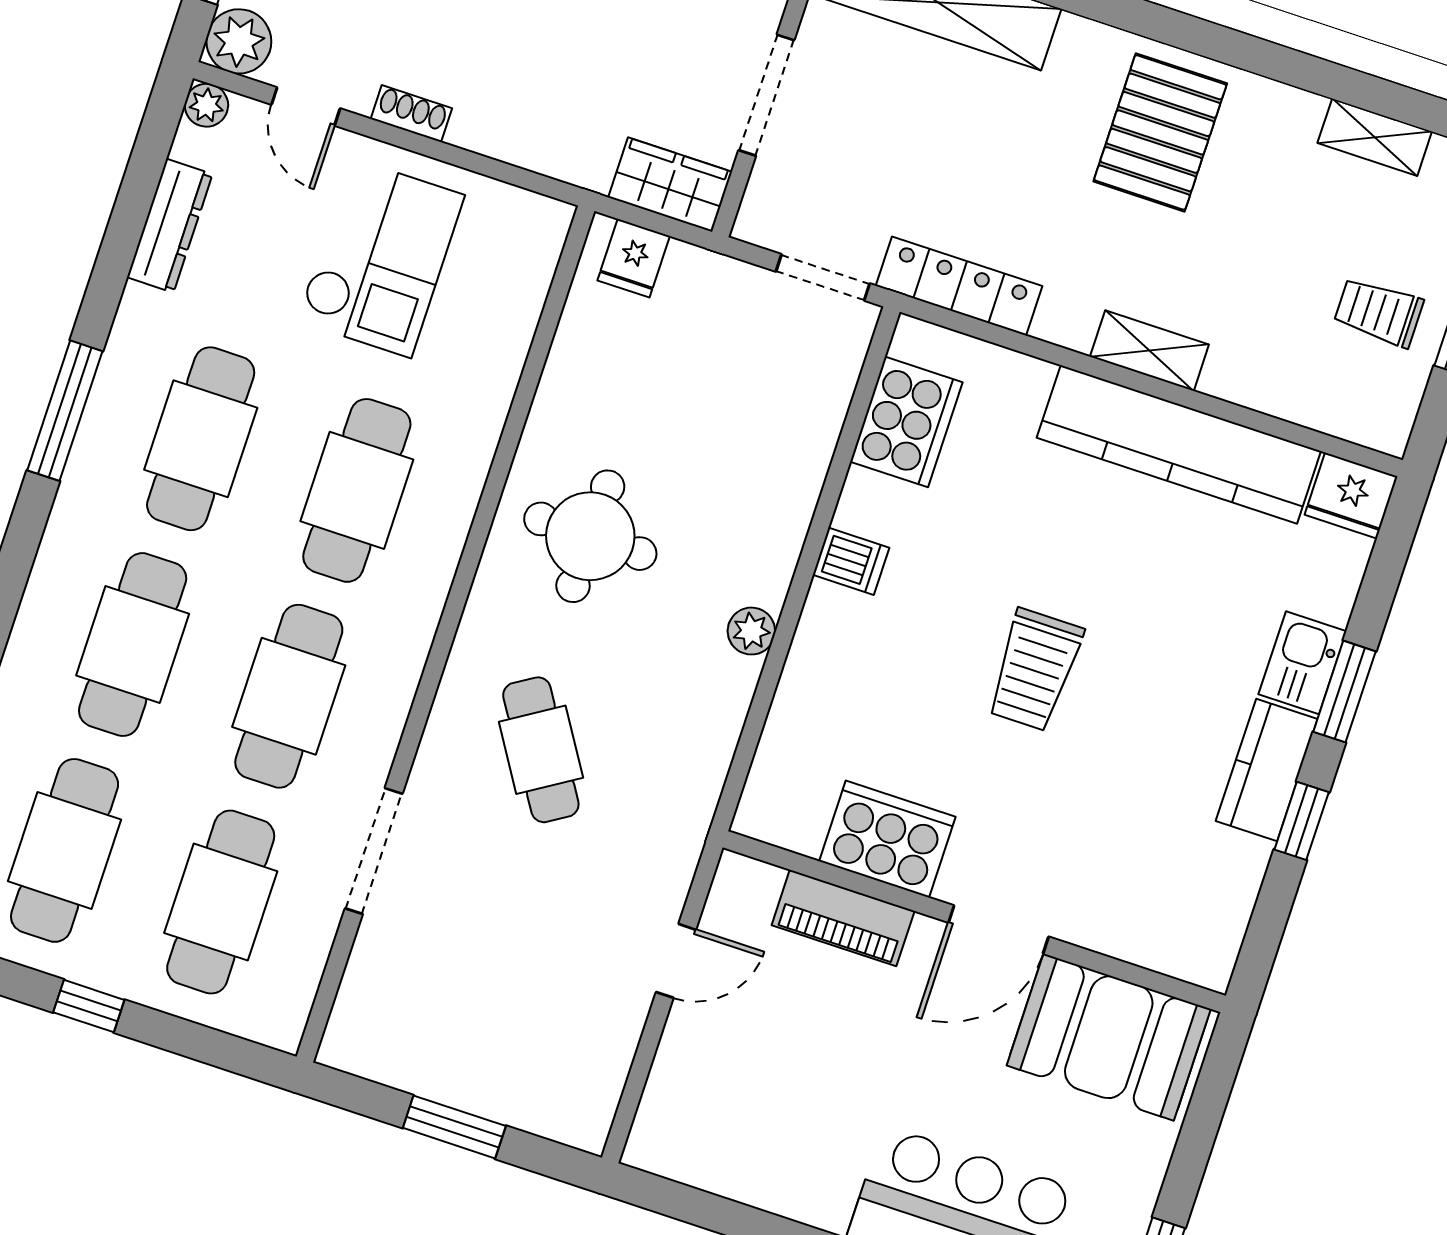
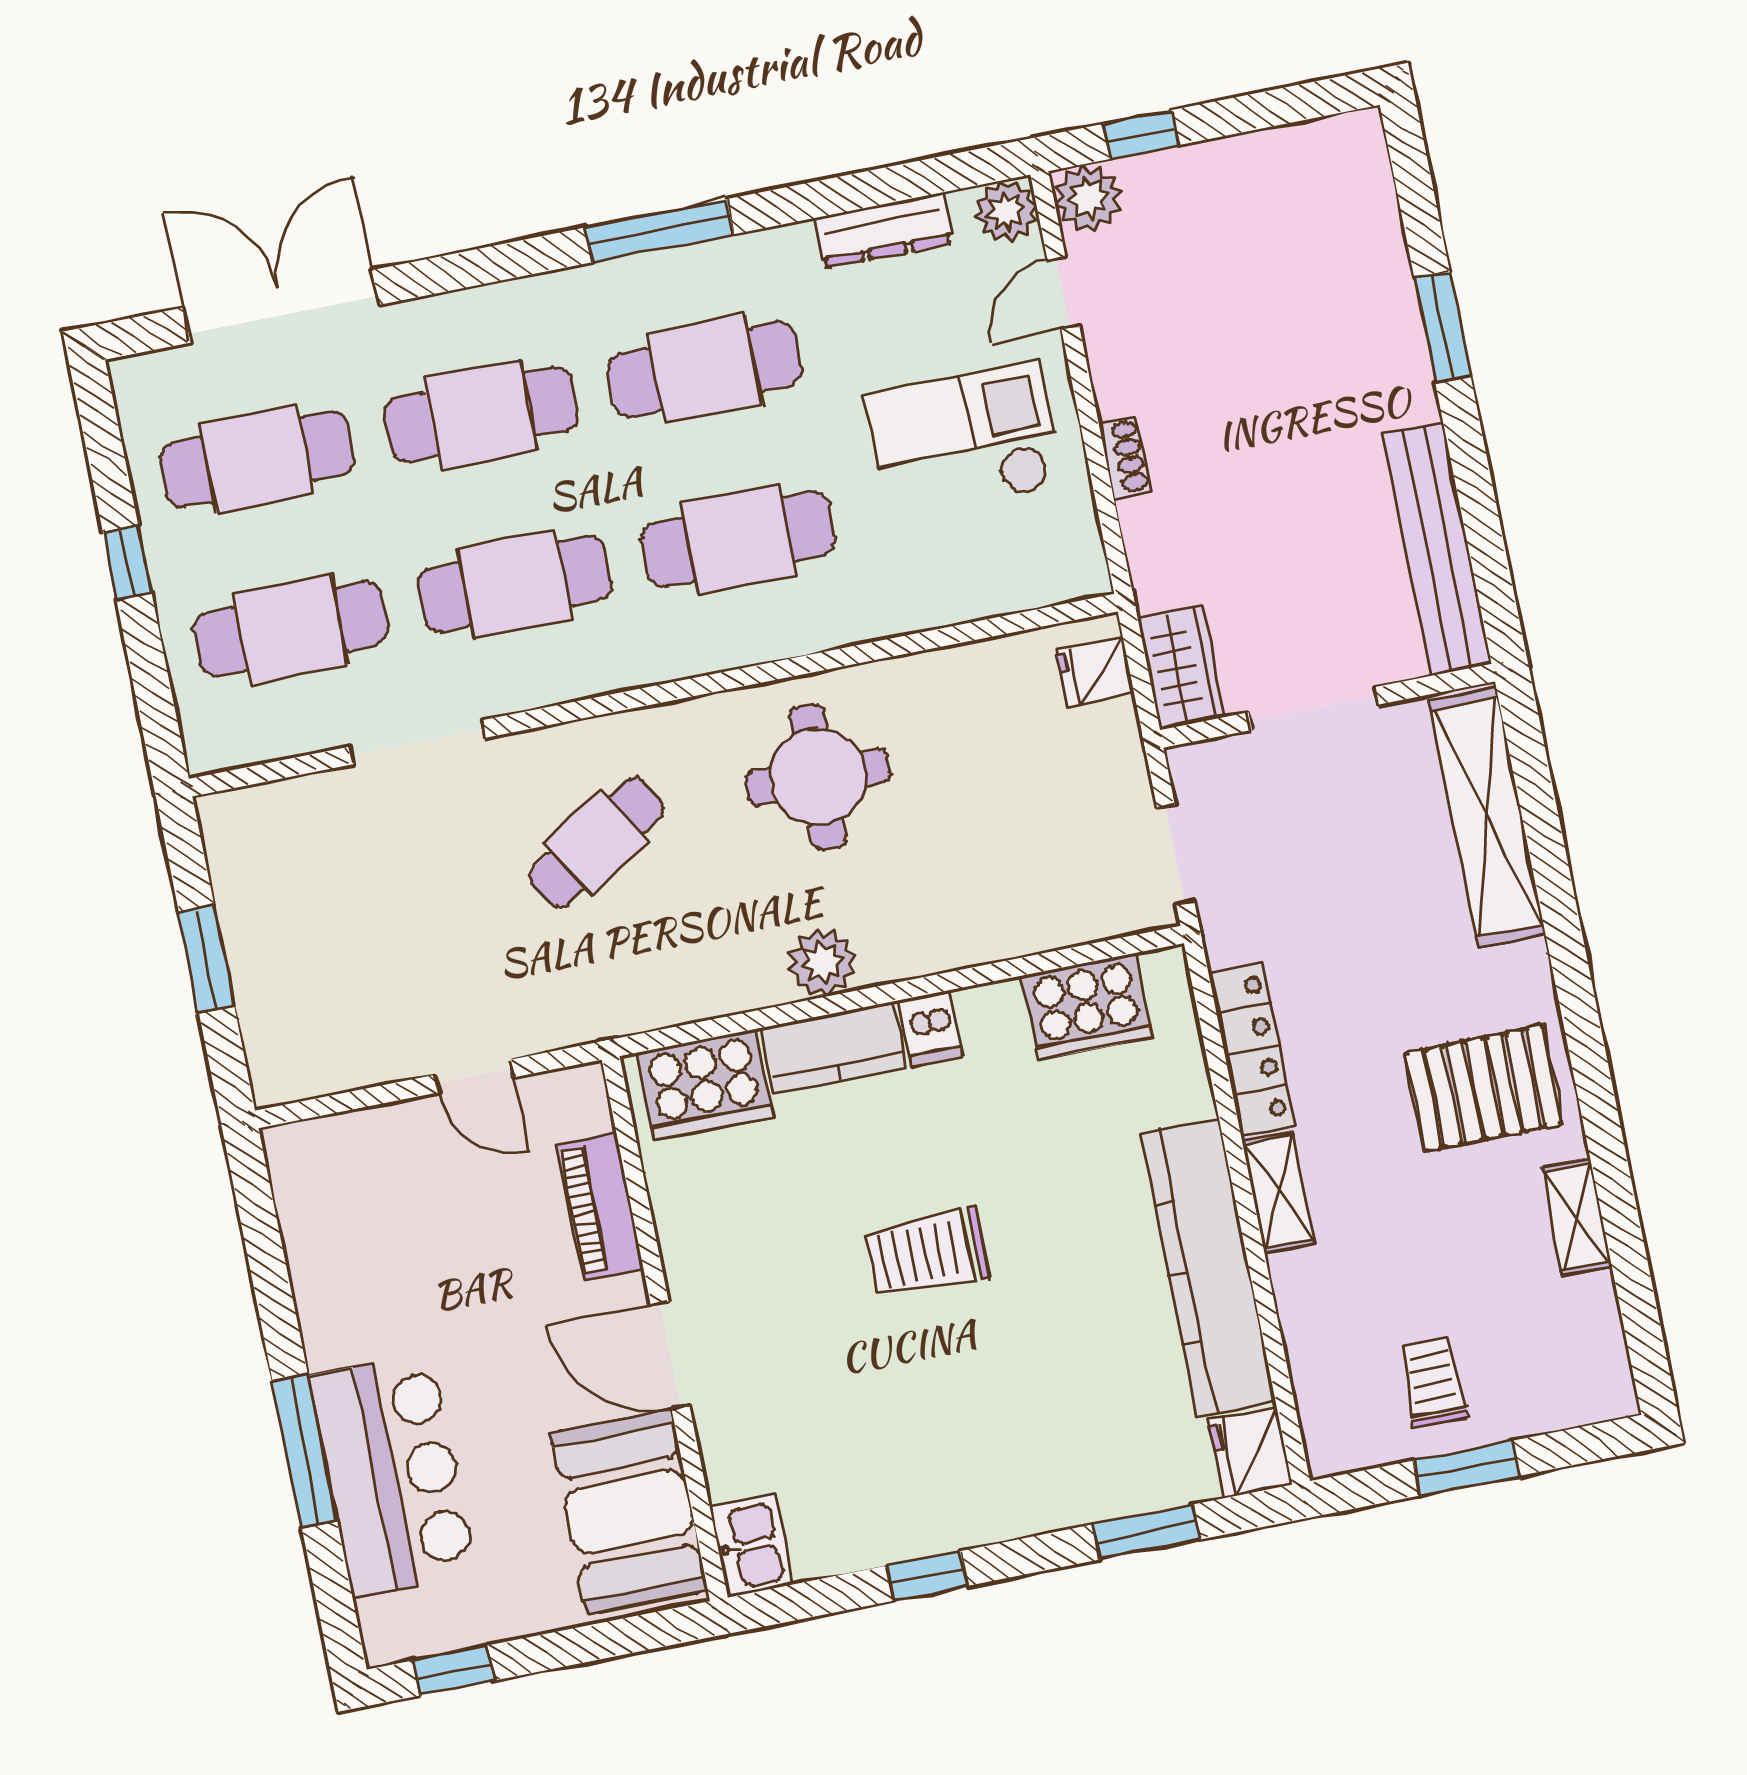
plant: (206, 105) -> (1006, 211), width x1.38, depth x1.38
shoe rack: (411, 114) -> (1124, 457), moved
shelving: (1375, 137) -> (1577, 1217), moved
checkout: (381, 258) -> (964, 440), turned 180
locker: (959, 286) -> (1252, 1049), moved
plant: (751, 631) -> (822, 963), width x1.38, depth x1.38
kitchen sink: (1303, 663) -> (751, 1546), moved, turned 90
window: (1344, 692) -> (1146, 1532), moved
kitchen counter: (1267, 770) -> (834, 1048), moved, turned 180
cooker: (887, 839) -> (705, 1085), moved, turned 90

